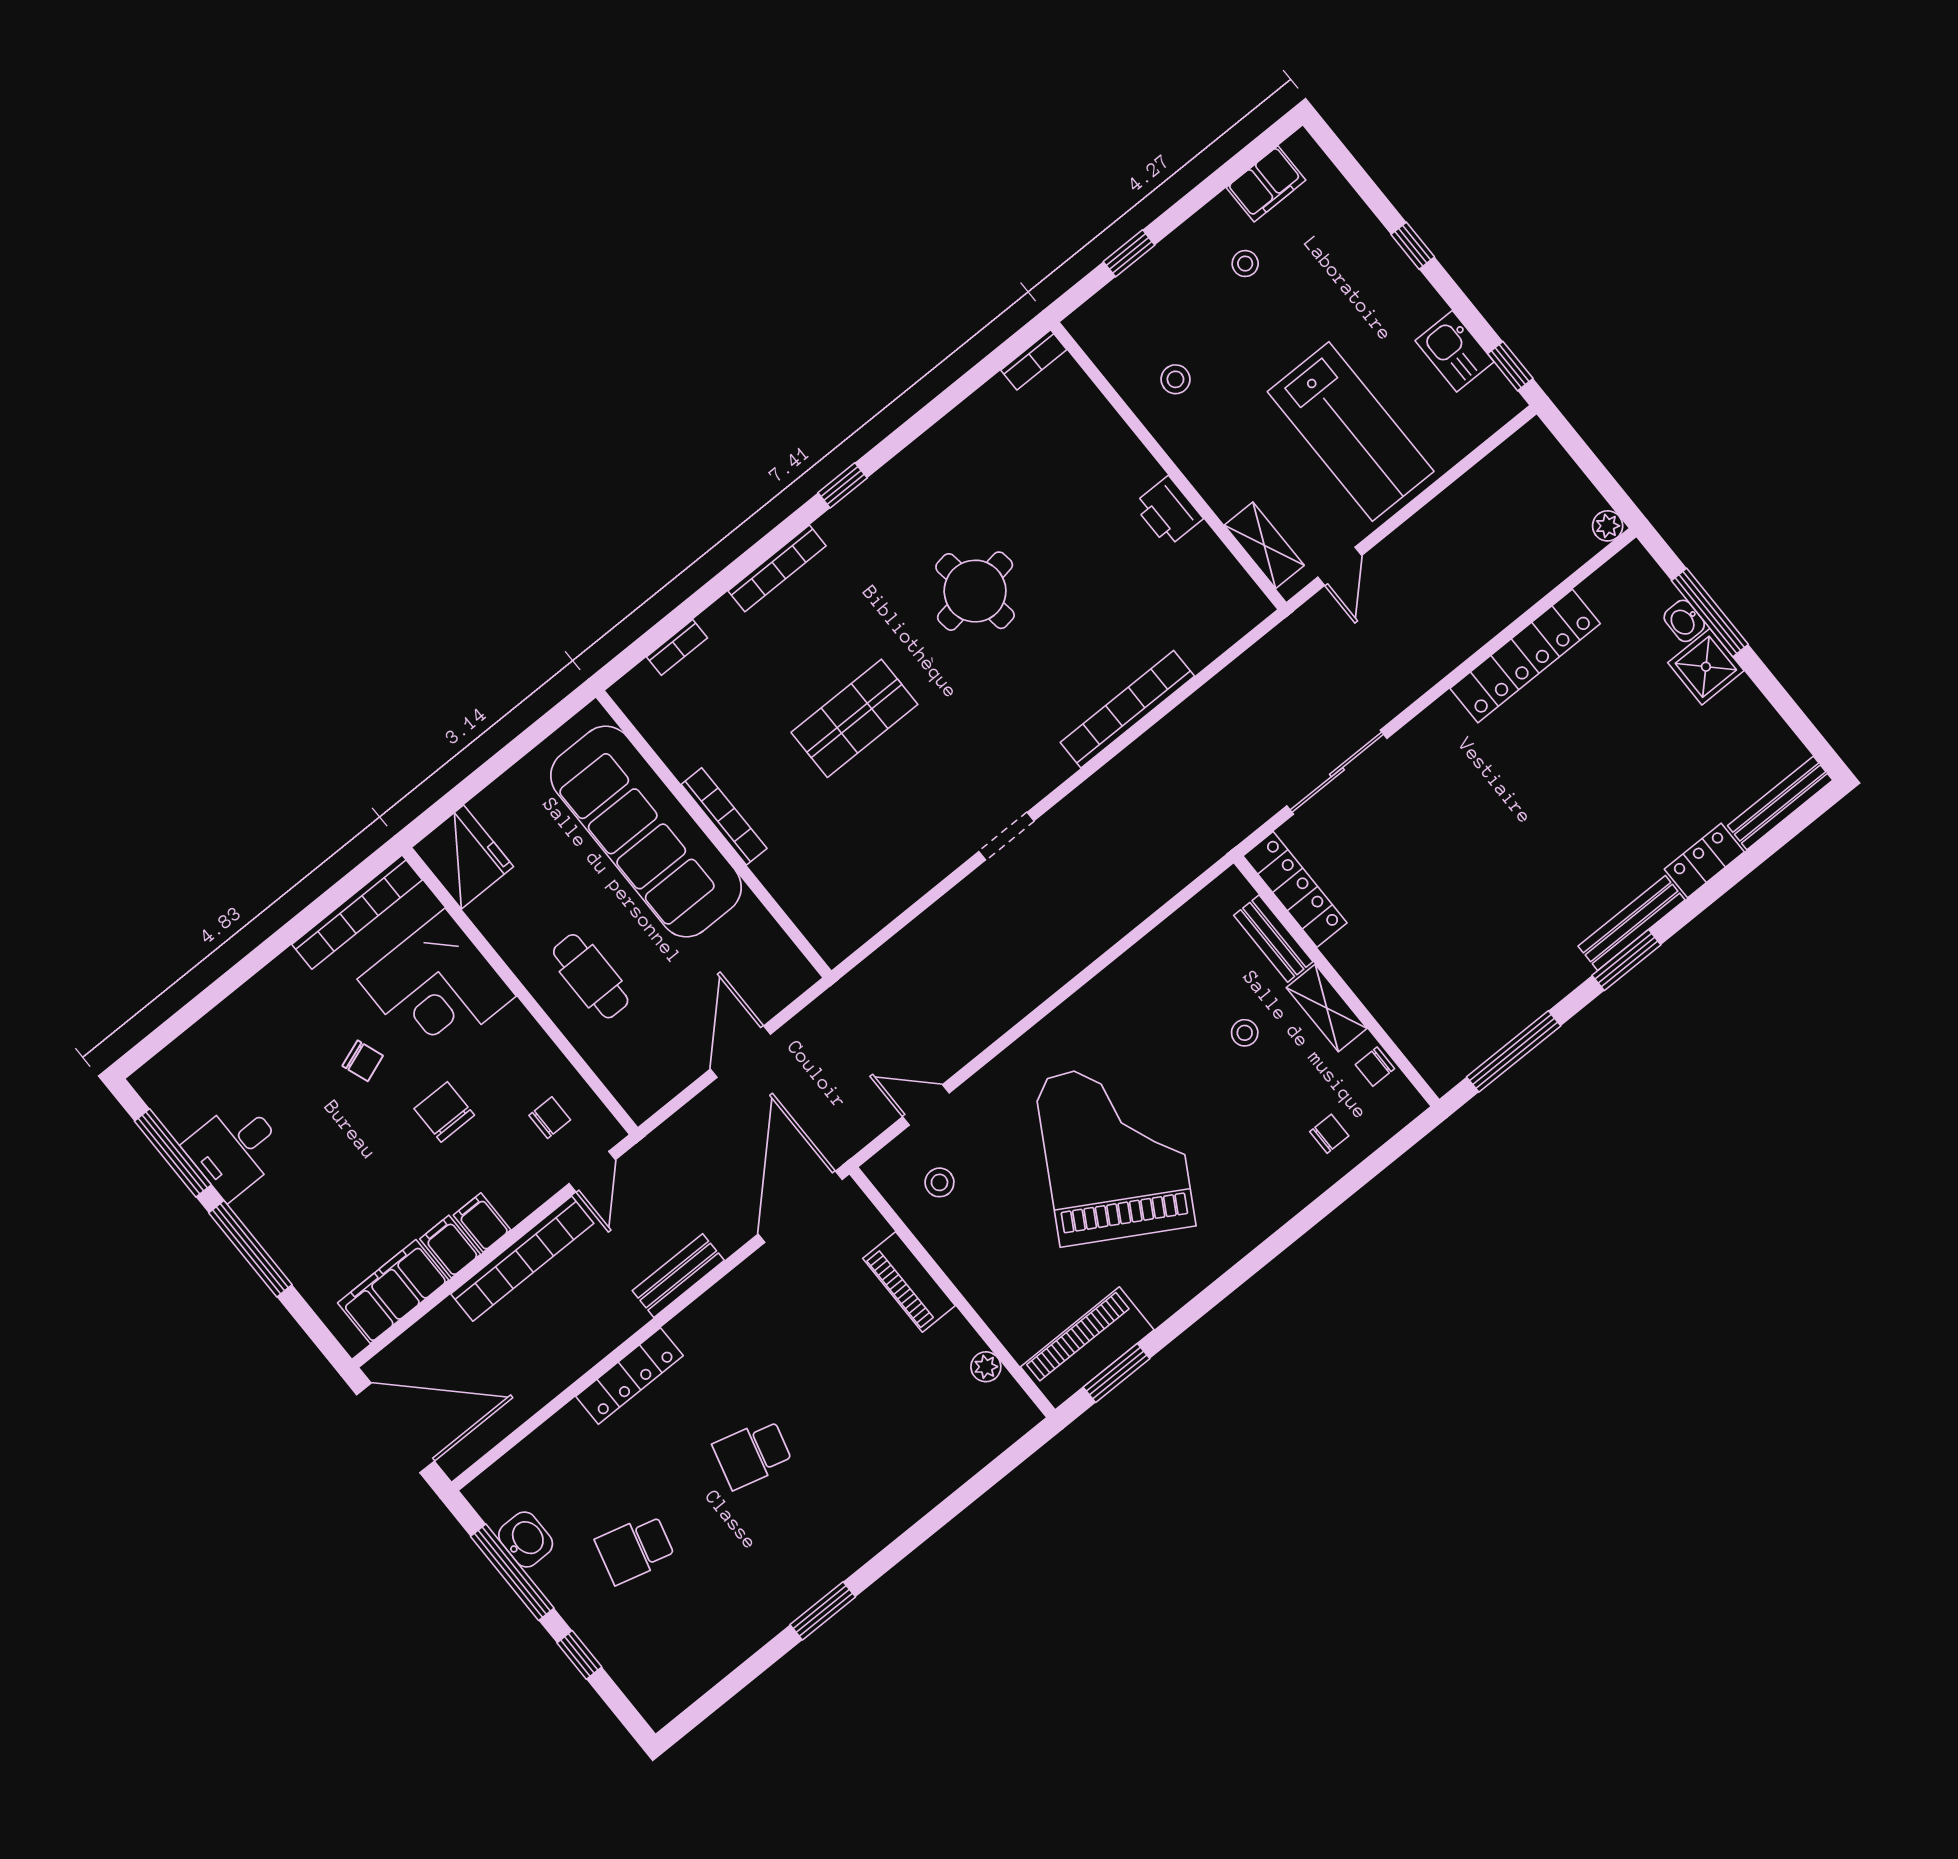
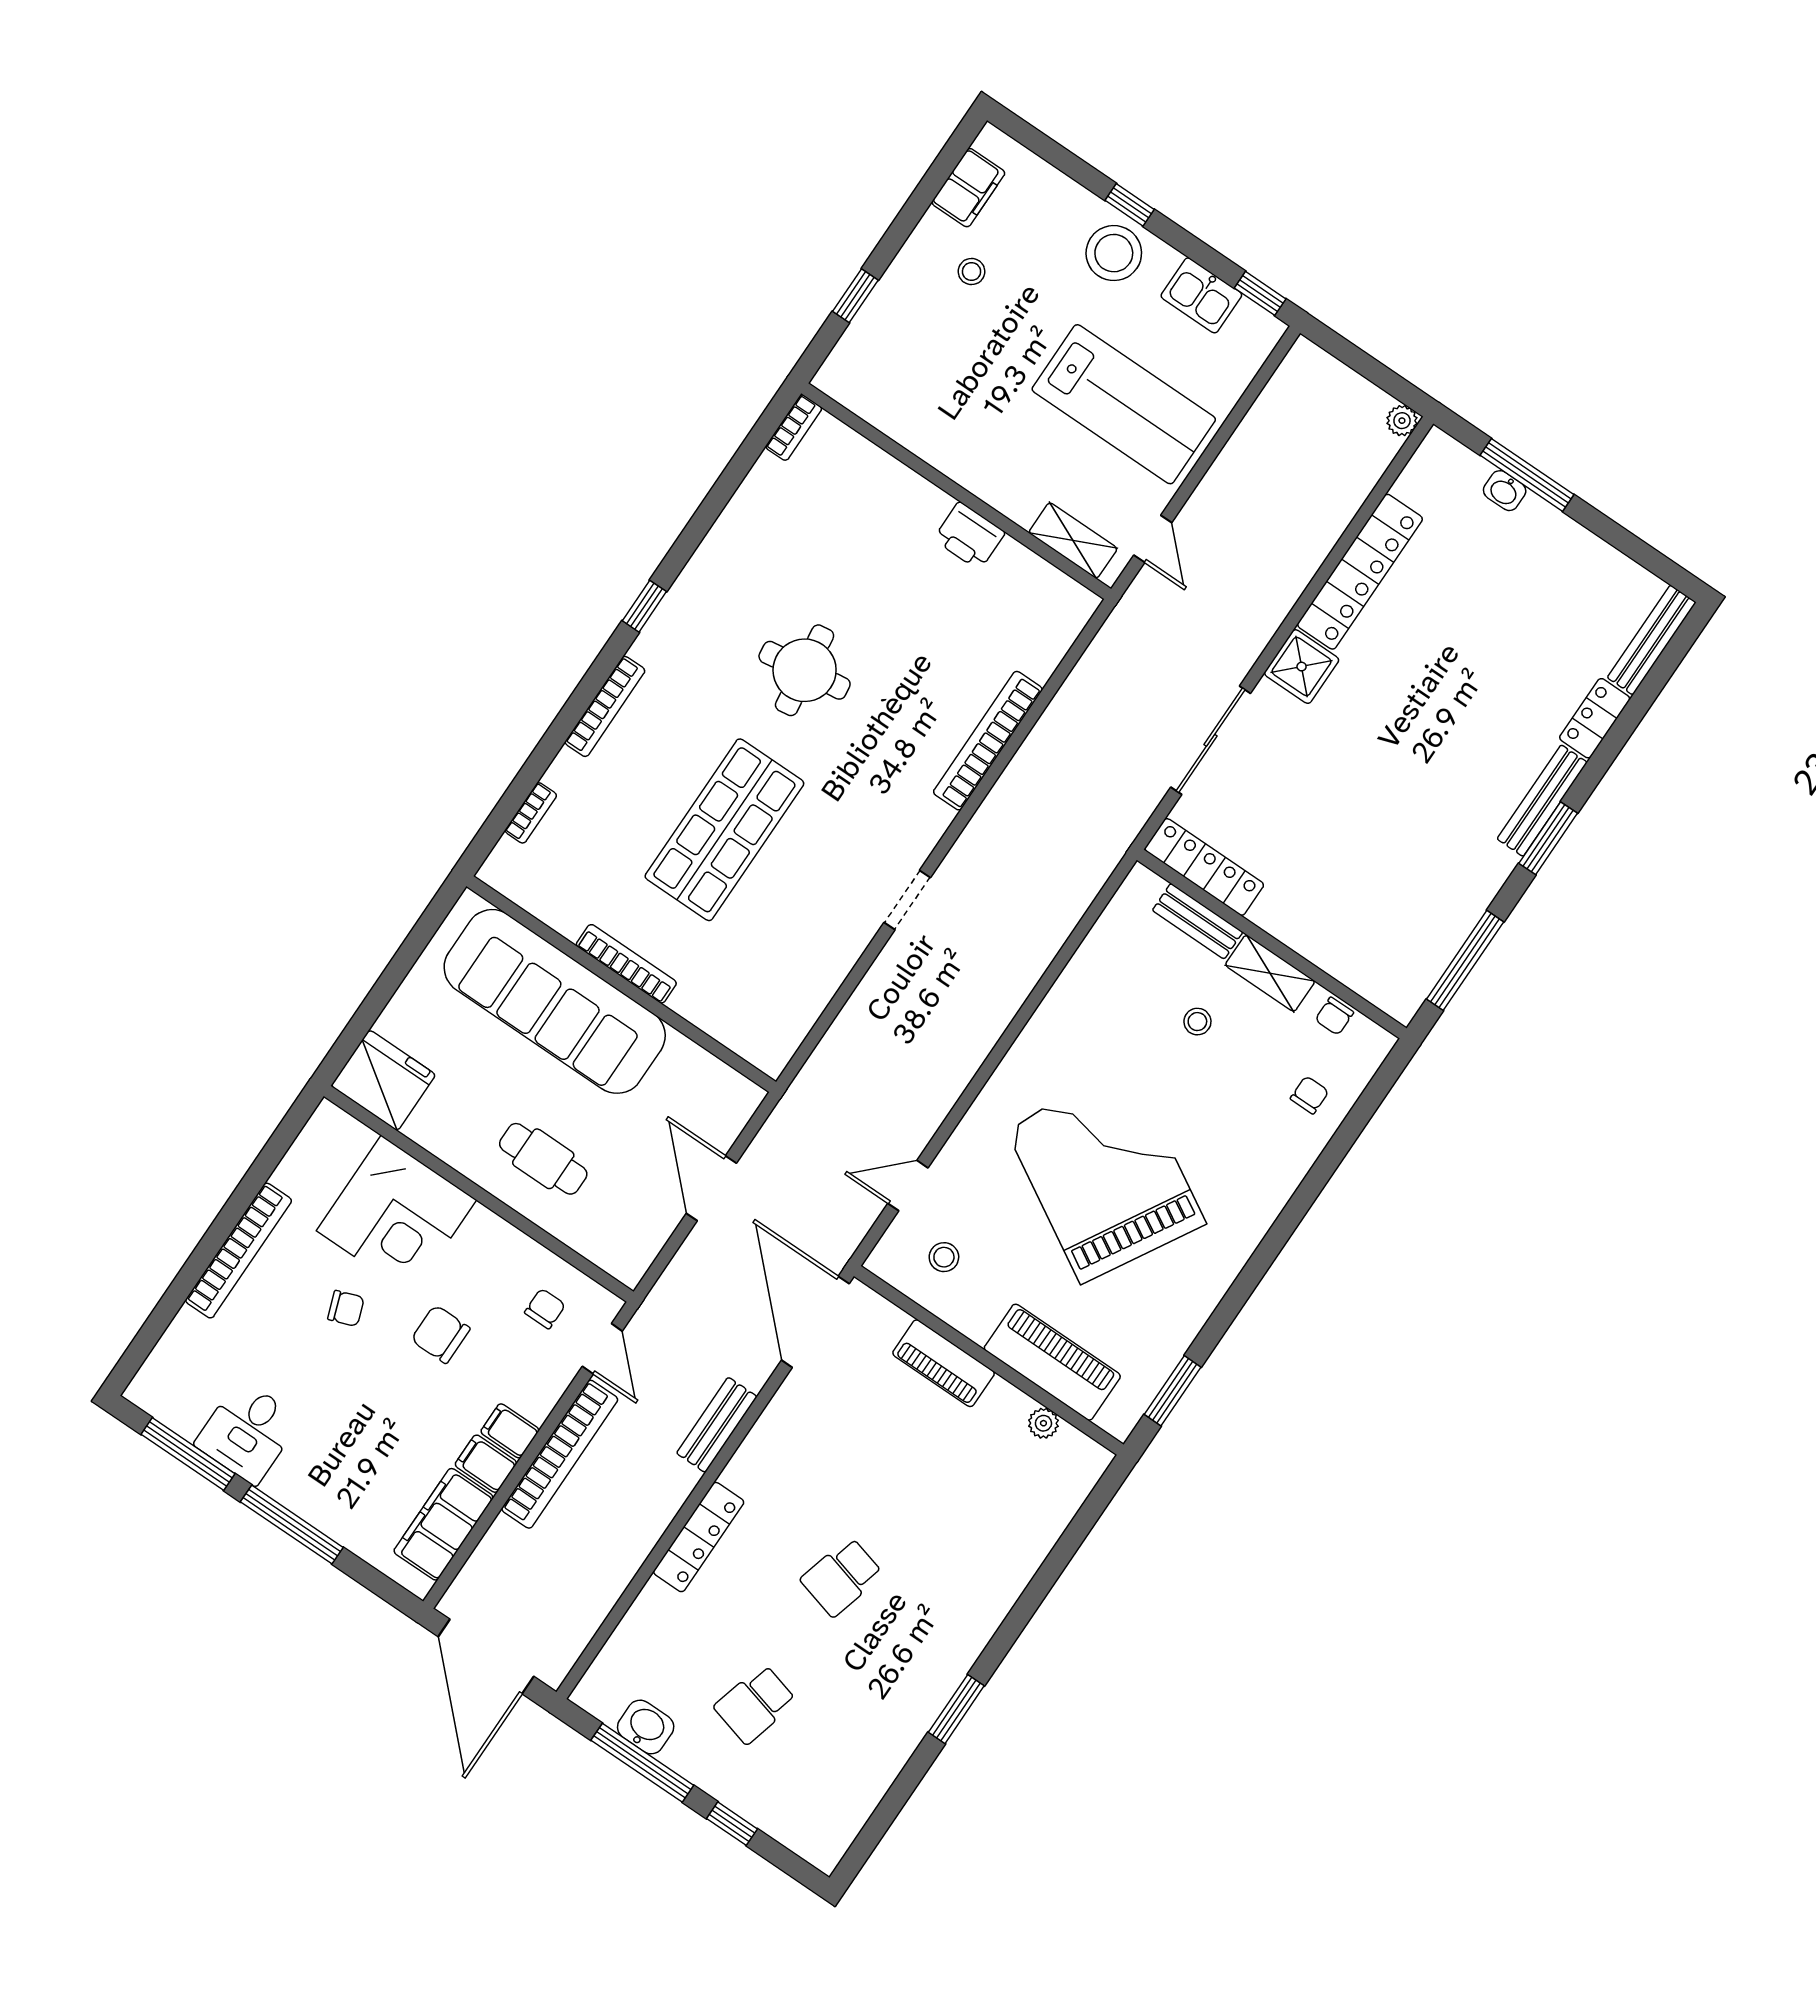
stool: (1175, 379) -> (1114, 253), moved, width x1.89, depth x1.89
shower: (1706, 667) -> (1302, 667), moved
shop shelf: (854, 718) -> (724, 830), width x1.43, depth x1.36
bookcase: (357, 912) -> (239, 1251), moved
piano: (1087, 1348) -> (1052, 1362), moved, turned 90
door: (396, 1428) -> (486, 1657), swing flipped

